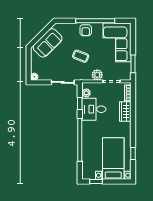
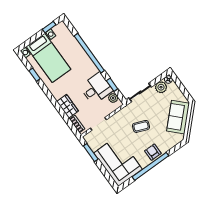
plant: (97, 75) -> (161, 87), moved

